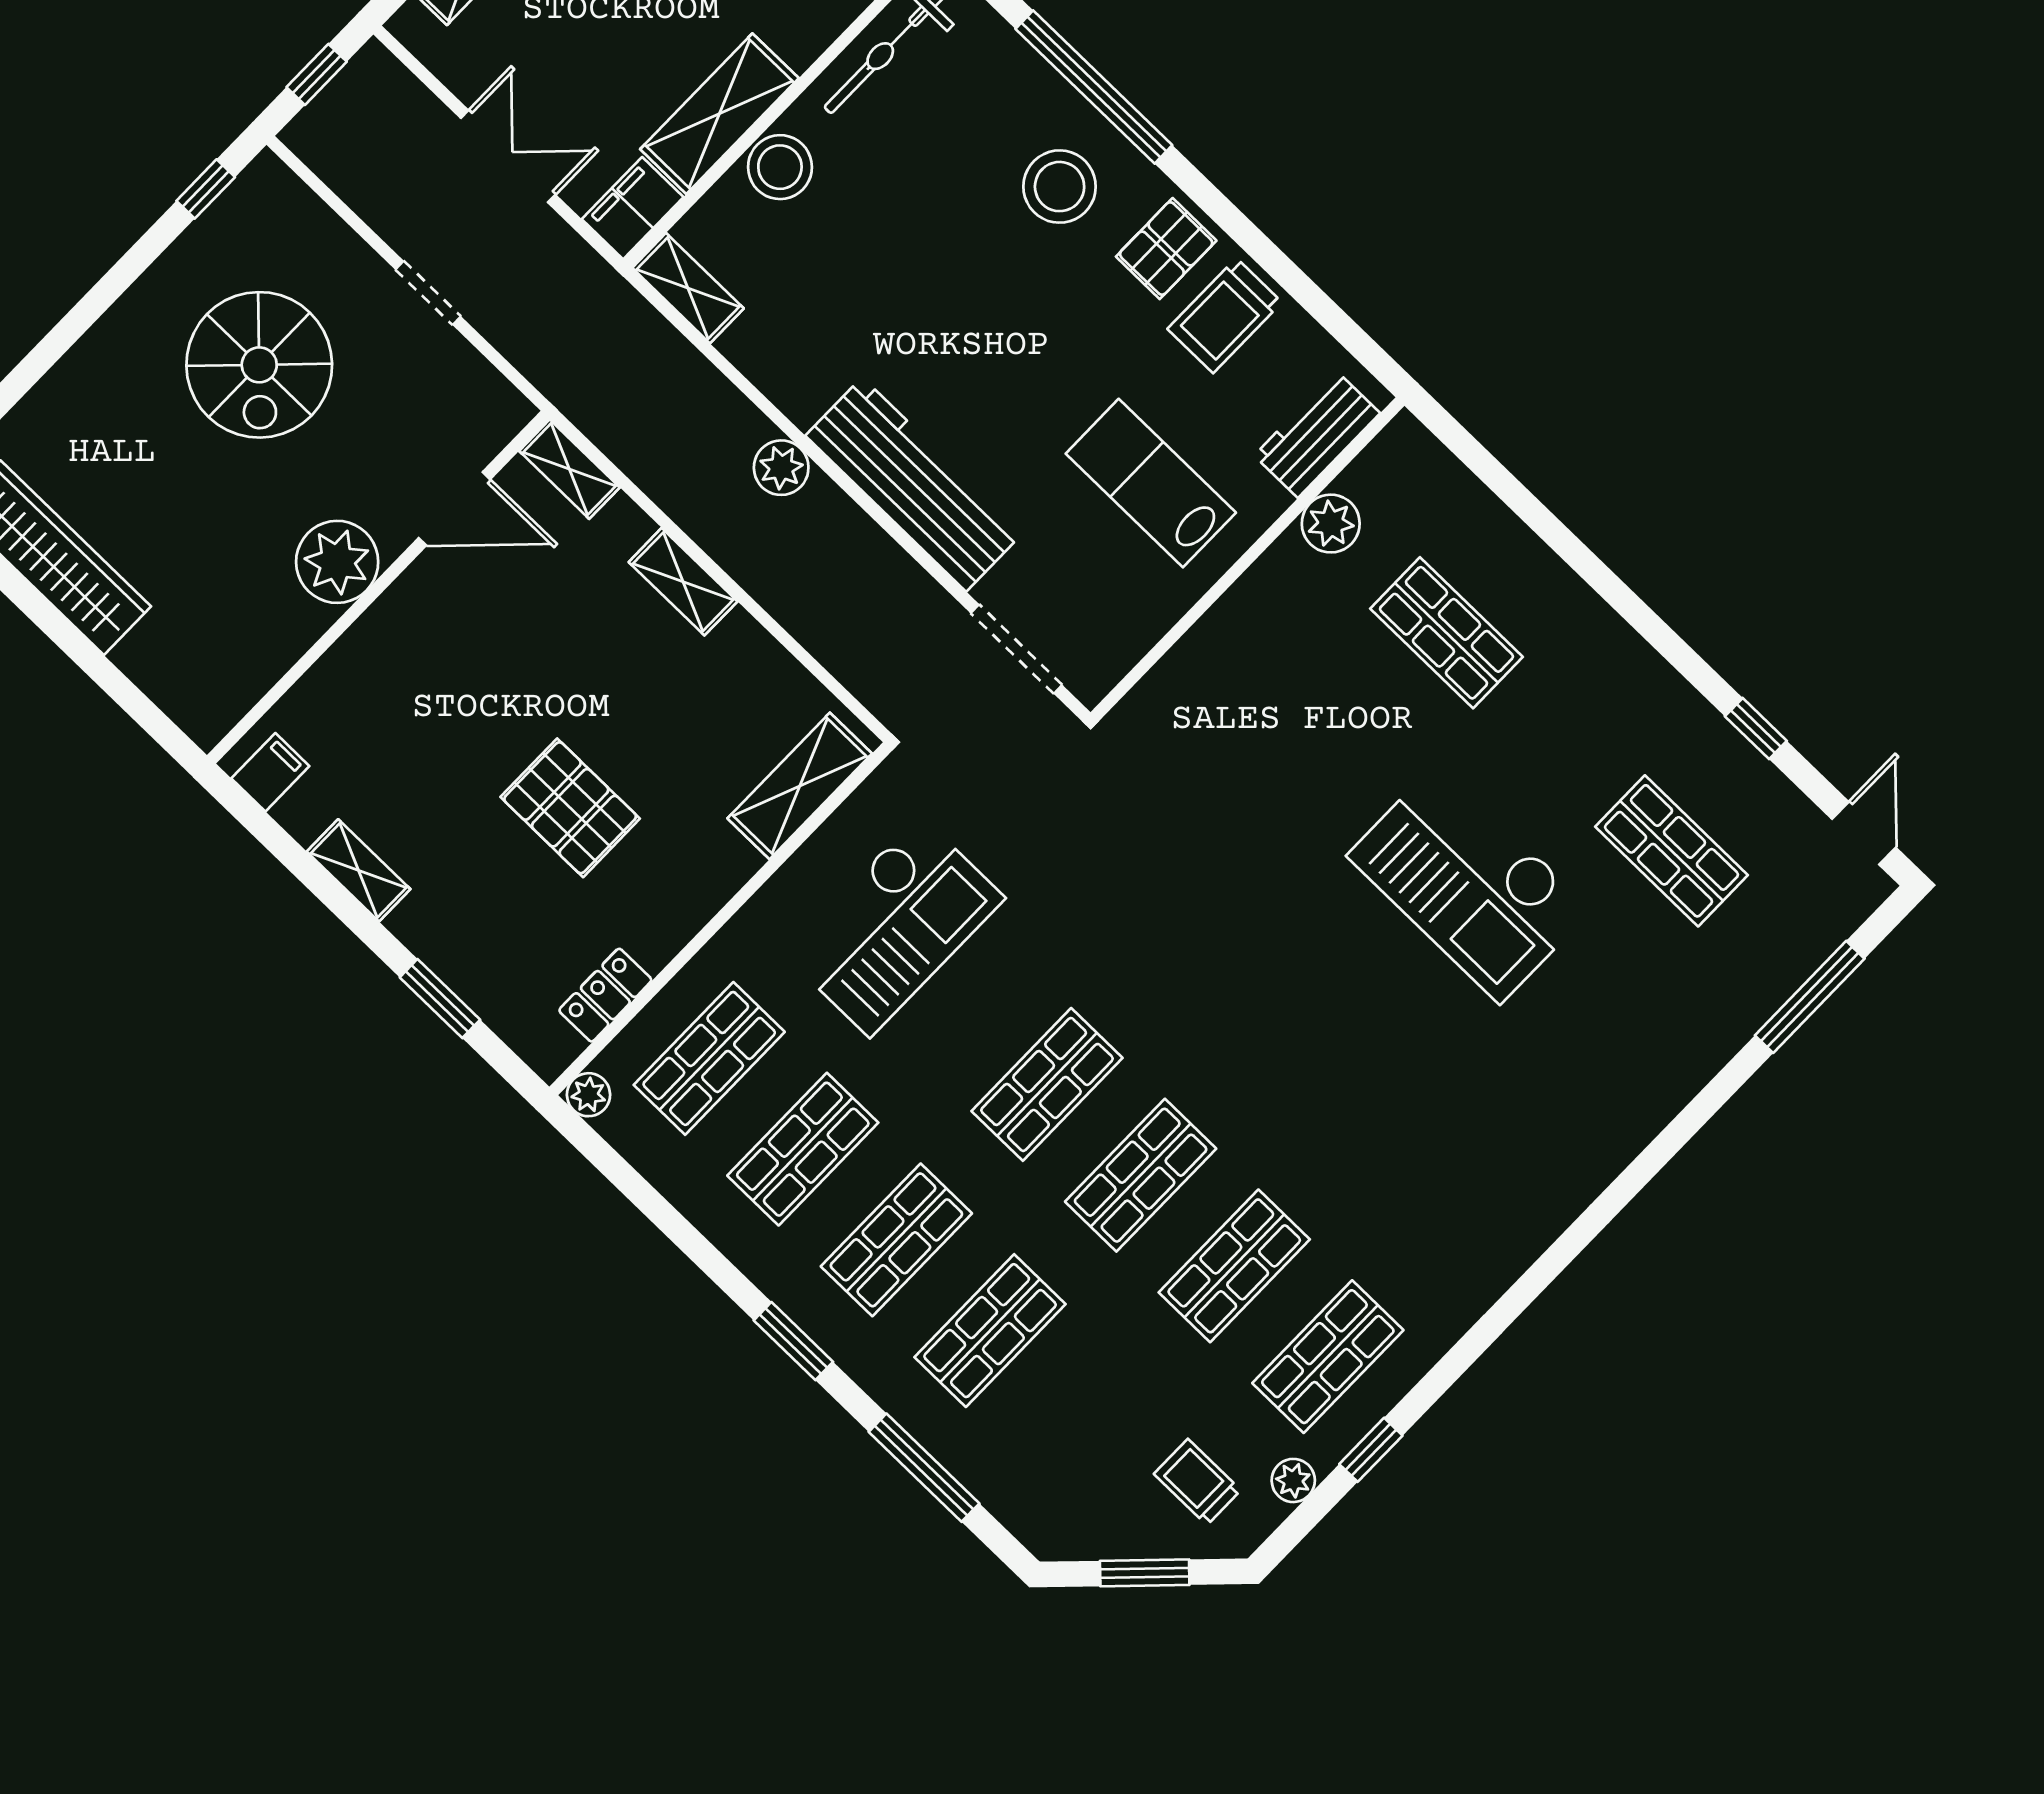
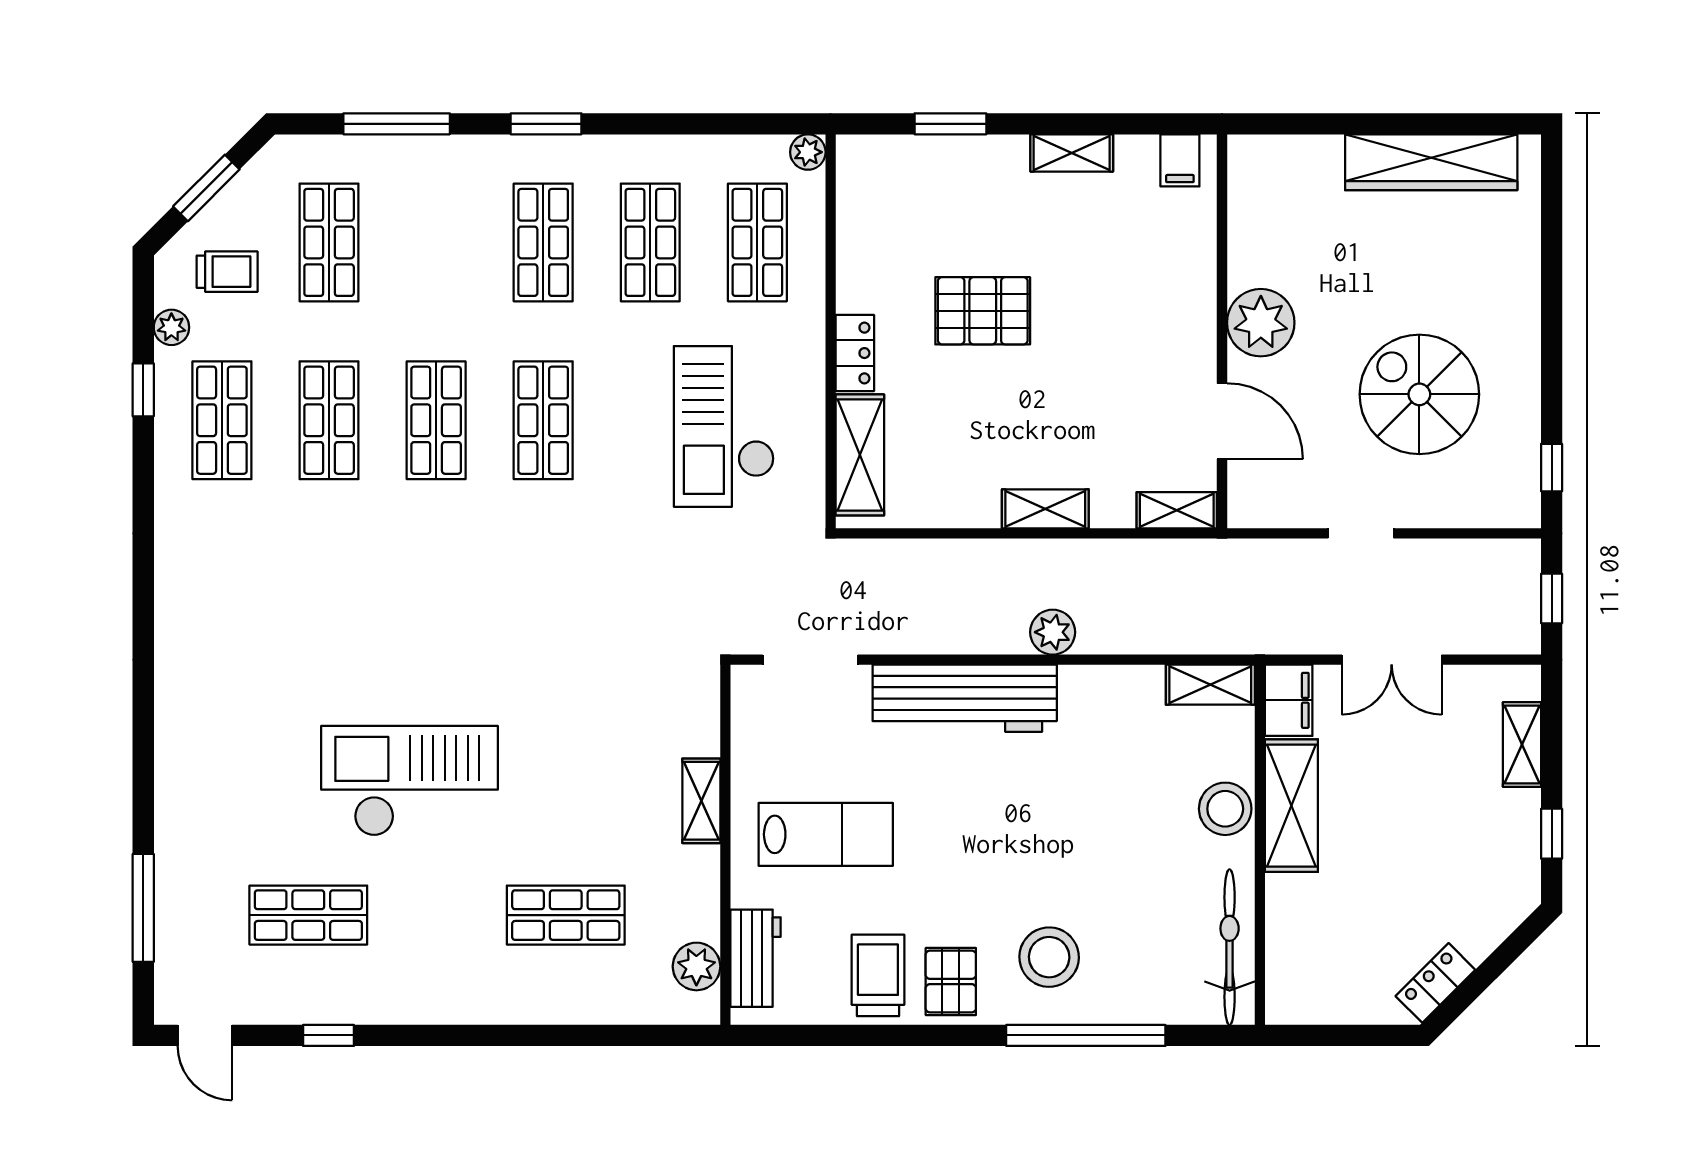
door: (454, 509) -> (1222, 421), swing flipped
plant: (1331, 524) -> (696, 966), moved
shelving: (1231, 618) -> (701, 801), added
locker: (605, 995) -> (855, 353), moved
shop shelf: (990, 1331) -> (329, 242), moved

